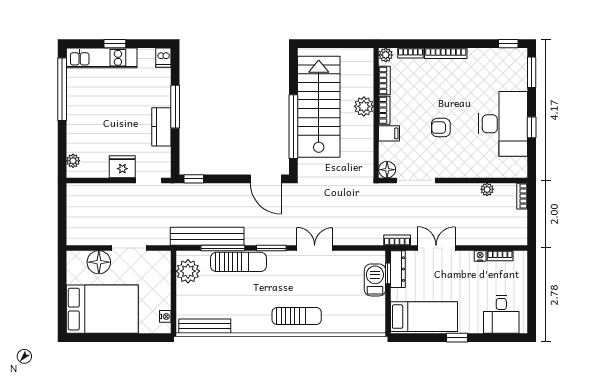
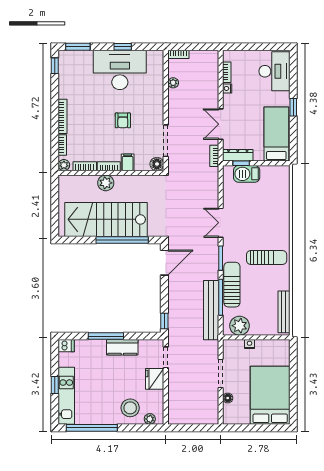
stool: (87, 137) -> (130, 408), added
floor lamp: (99, 262) -> (228, 398), width x0.53, depth x0.53
desk: (501, 314) -> (274, 71), width x1.37
nightstand: (165, 316) -> (249, 344), moved
sun lounger: (297, 316) -> (267, 258), moved, turned 90

